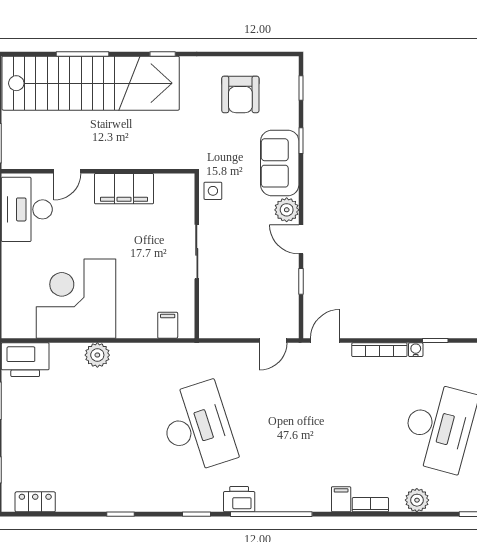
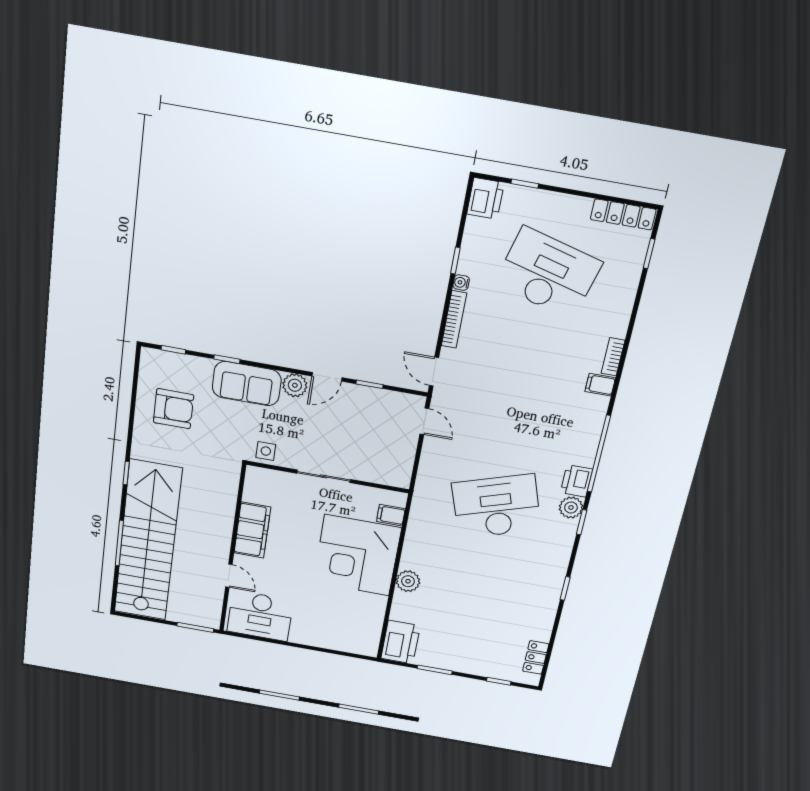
corner desk: (76, 299) -> (357, 555), moved
plant: (417, 500) -> (571, 508), moved

